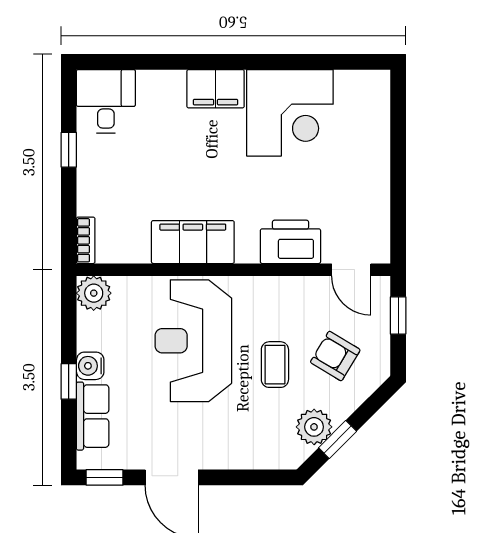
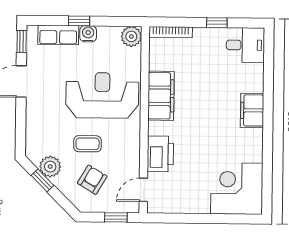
corner desk: (290, 113) -> (237, 189), moved, turned 90
bookcase: (86, 240) -> (171, 32), width x1.56

